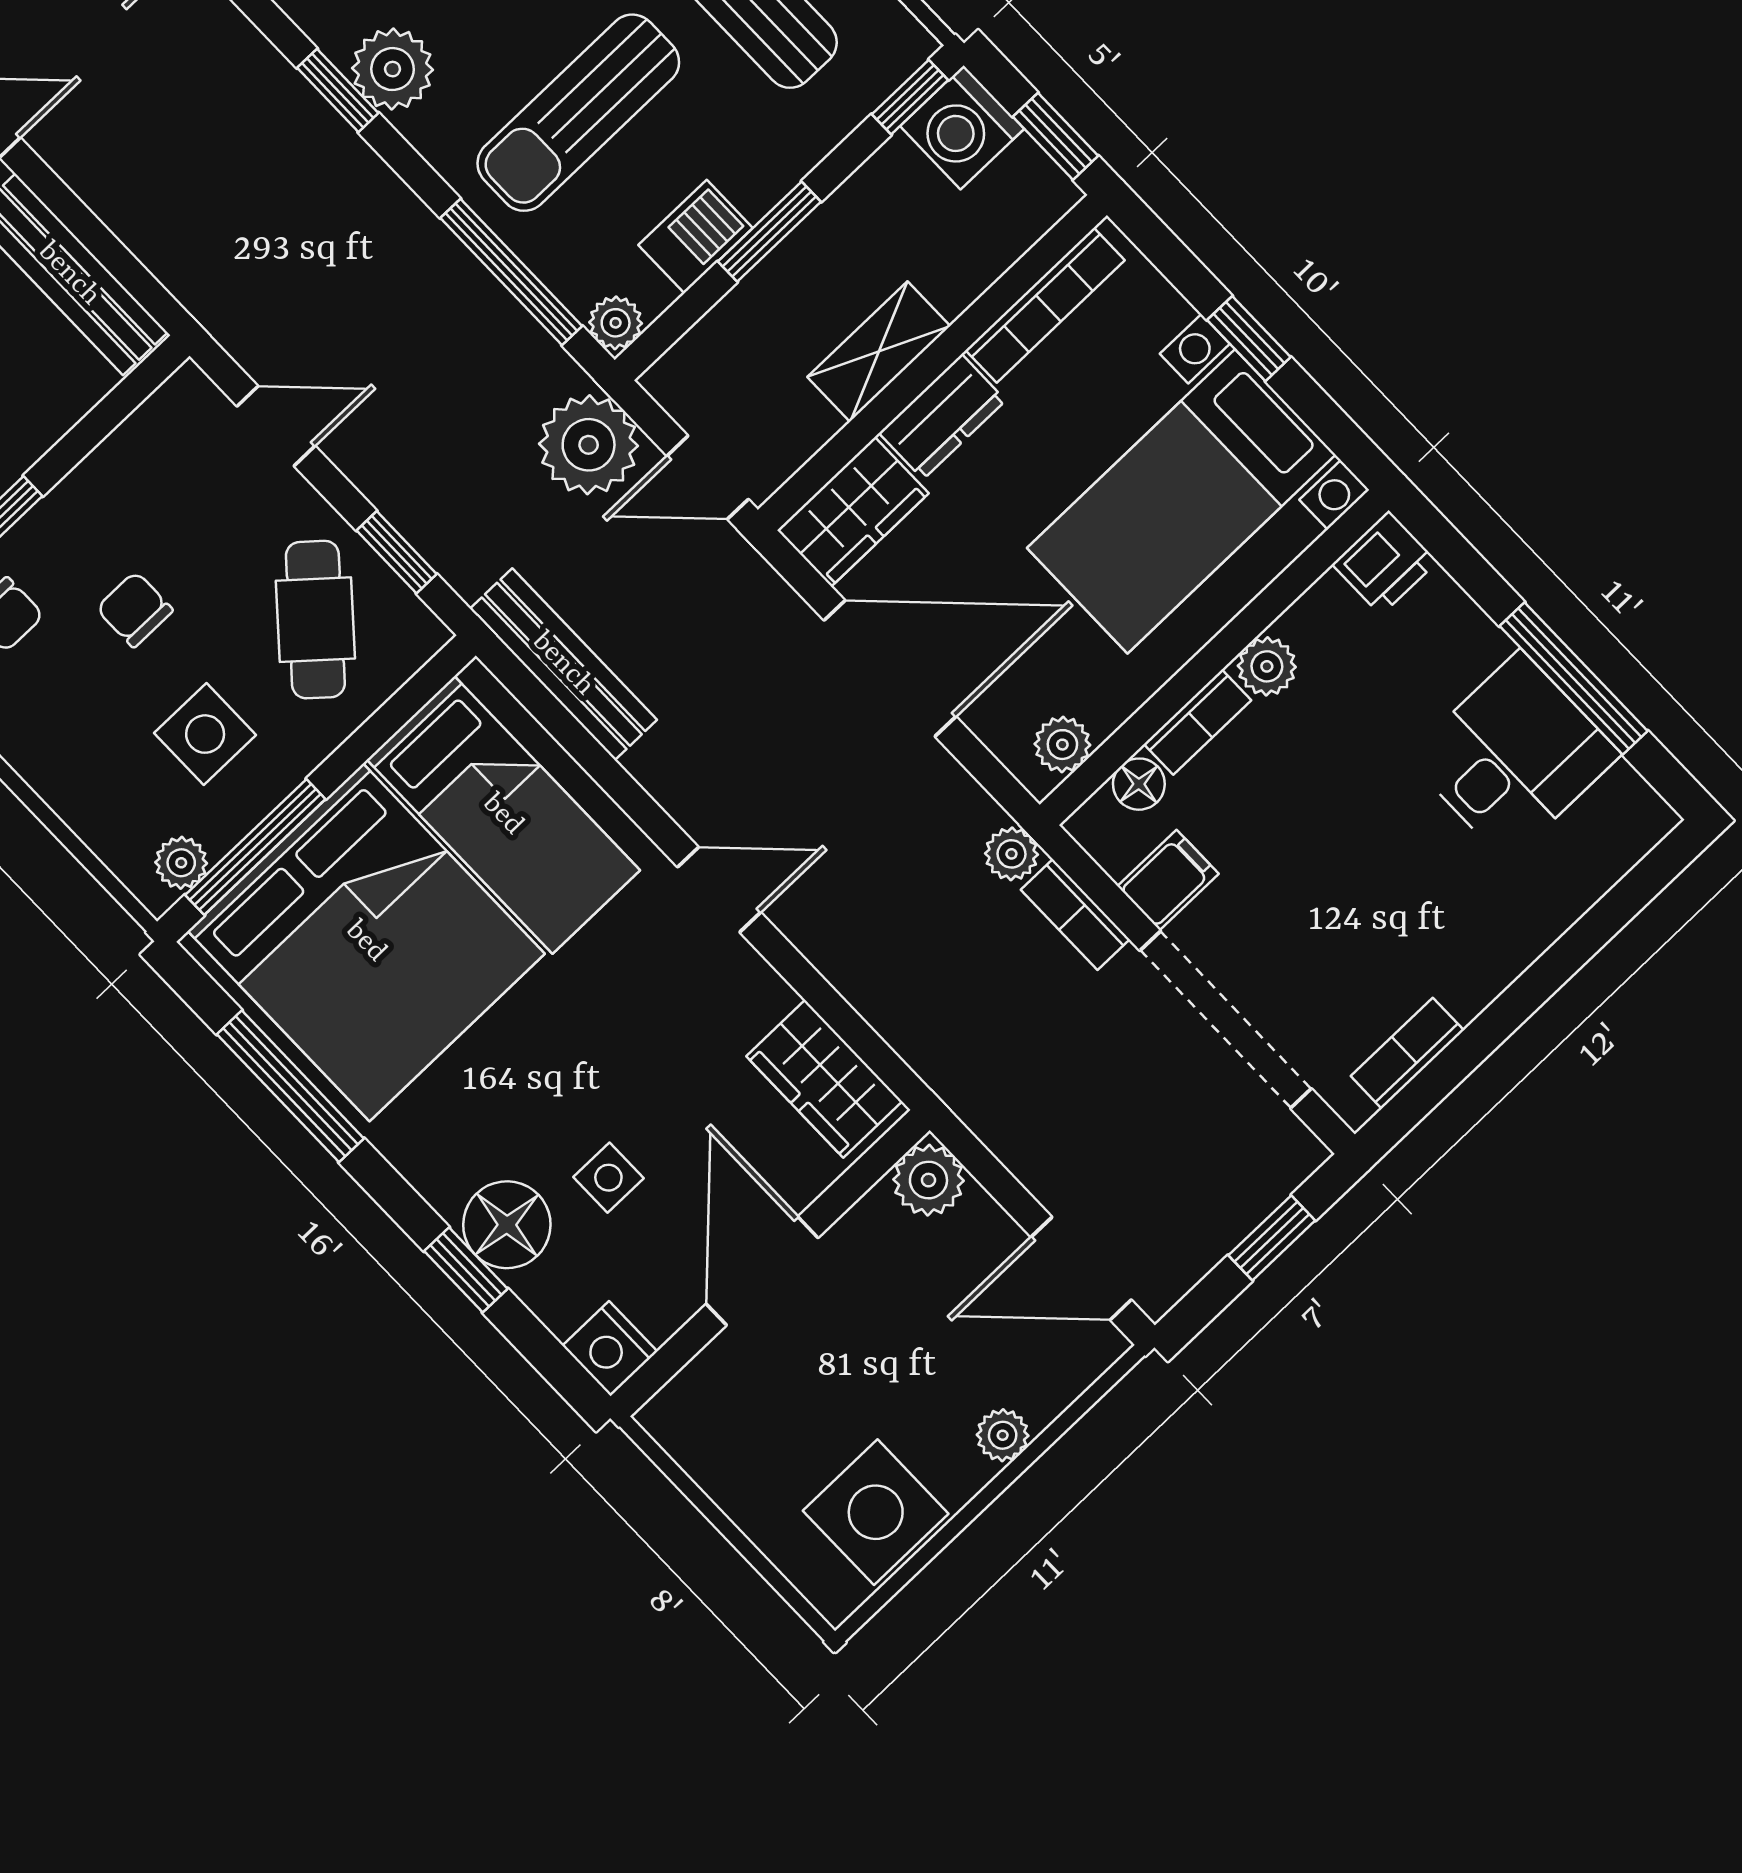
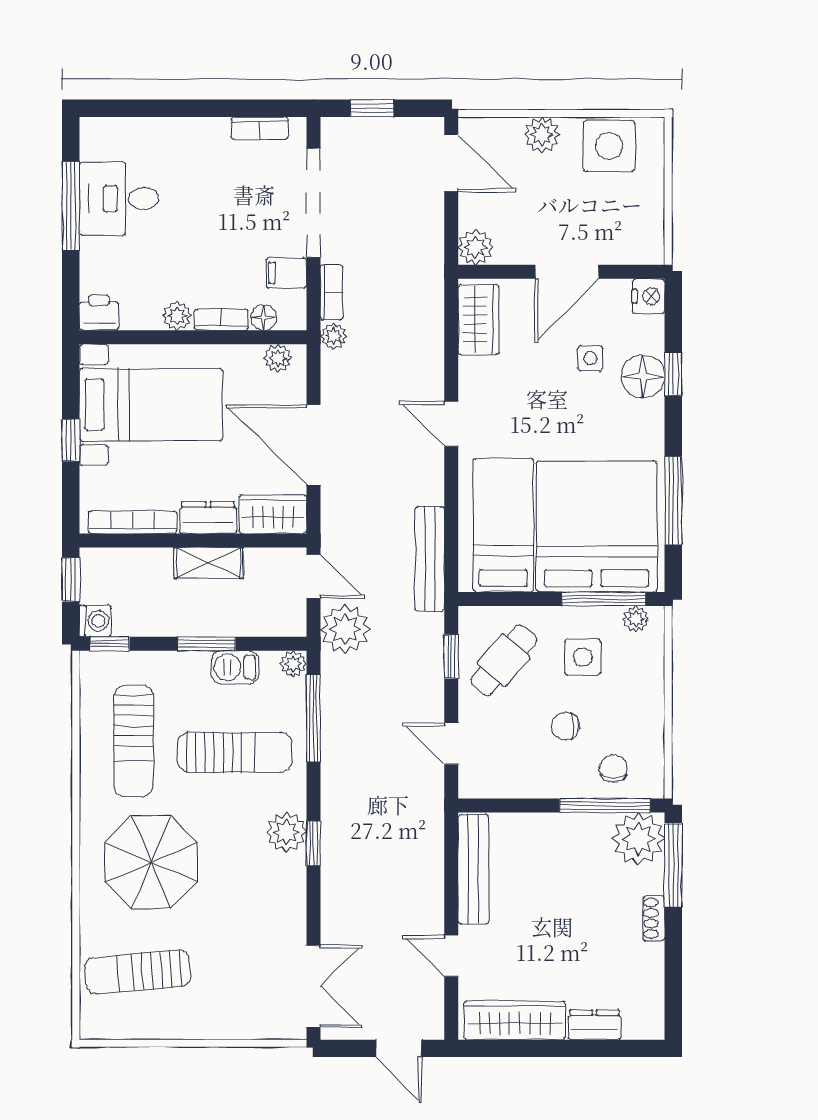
washing machine: (962, 127) -> (95, 621), width x0.73, depth x0.73
chair: (135, 609) -> (565, 726), turned 90
plant: (1003, 1435) -> (542, 135), width x1.38, depth x1.38

